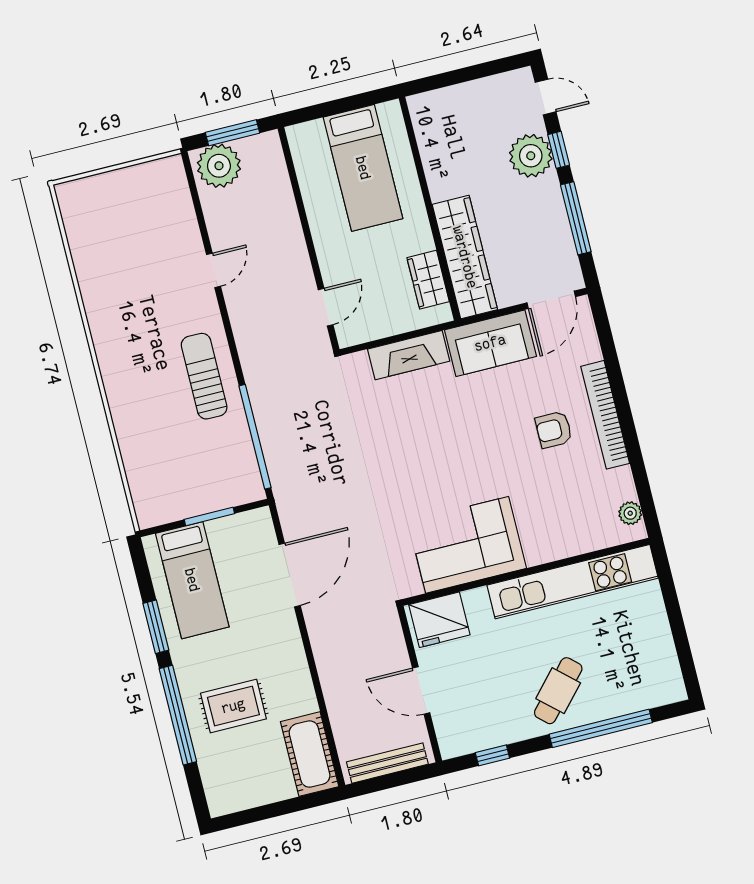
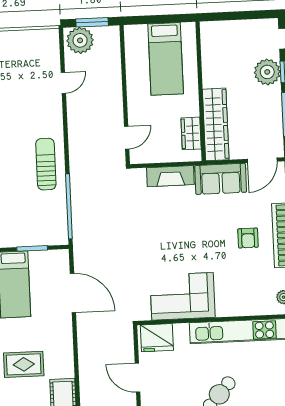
door: (214, 270) -> (63, 83), moved
armchair: (554, 430) -> (248, 238), turned -90
door: (290, 575) -> (73, 293), hinge flipped

